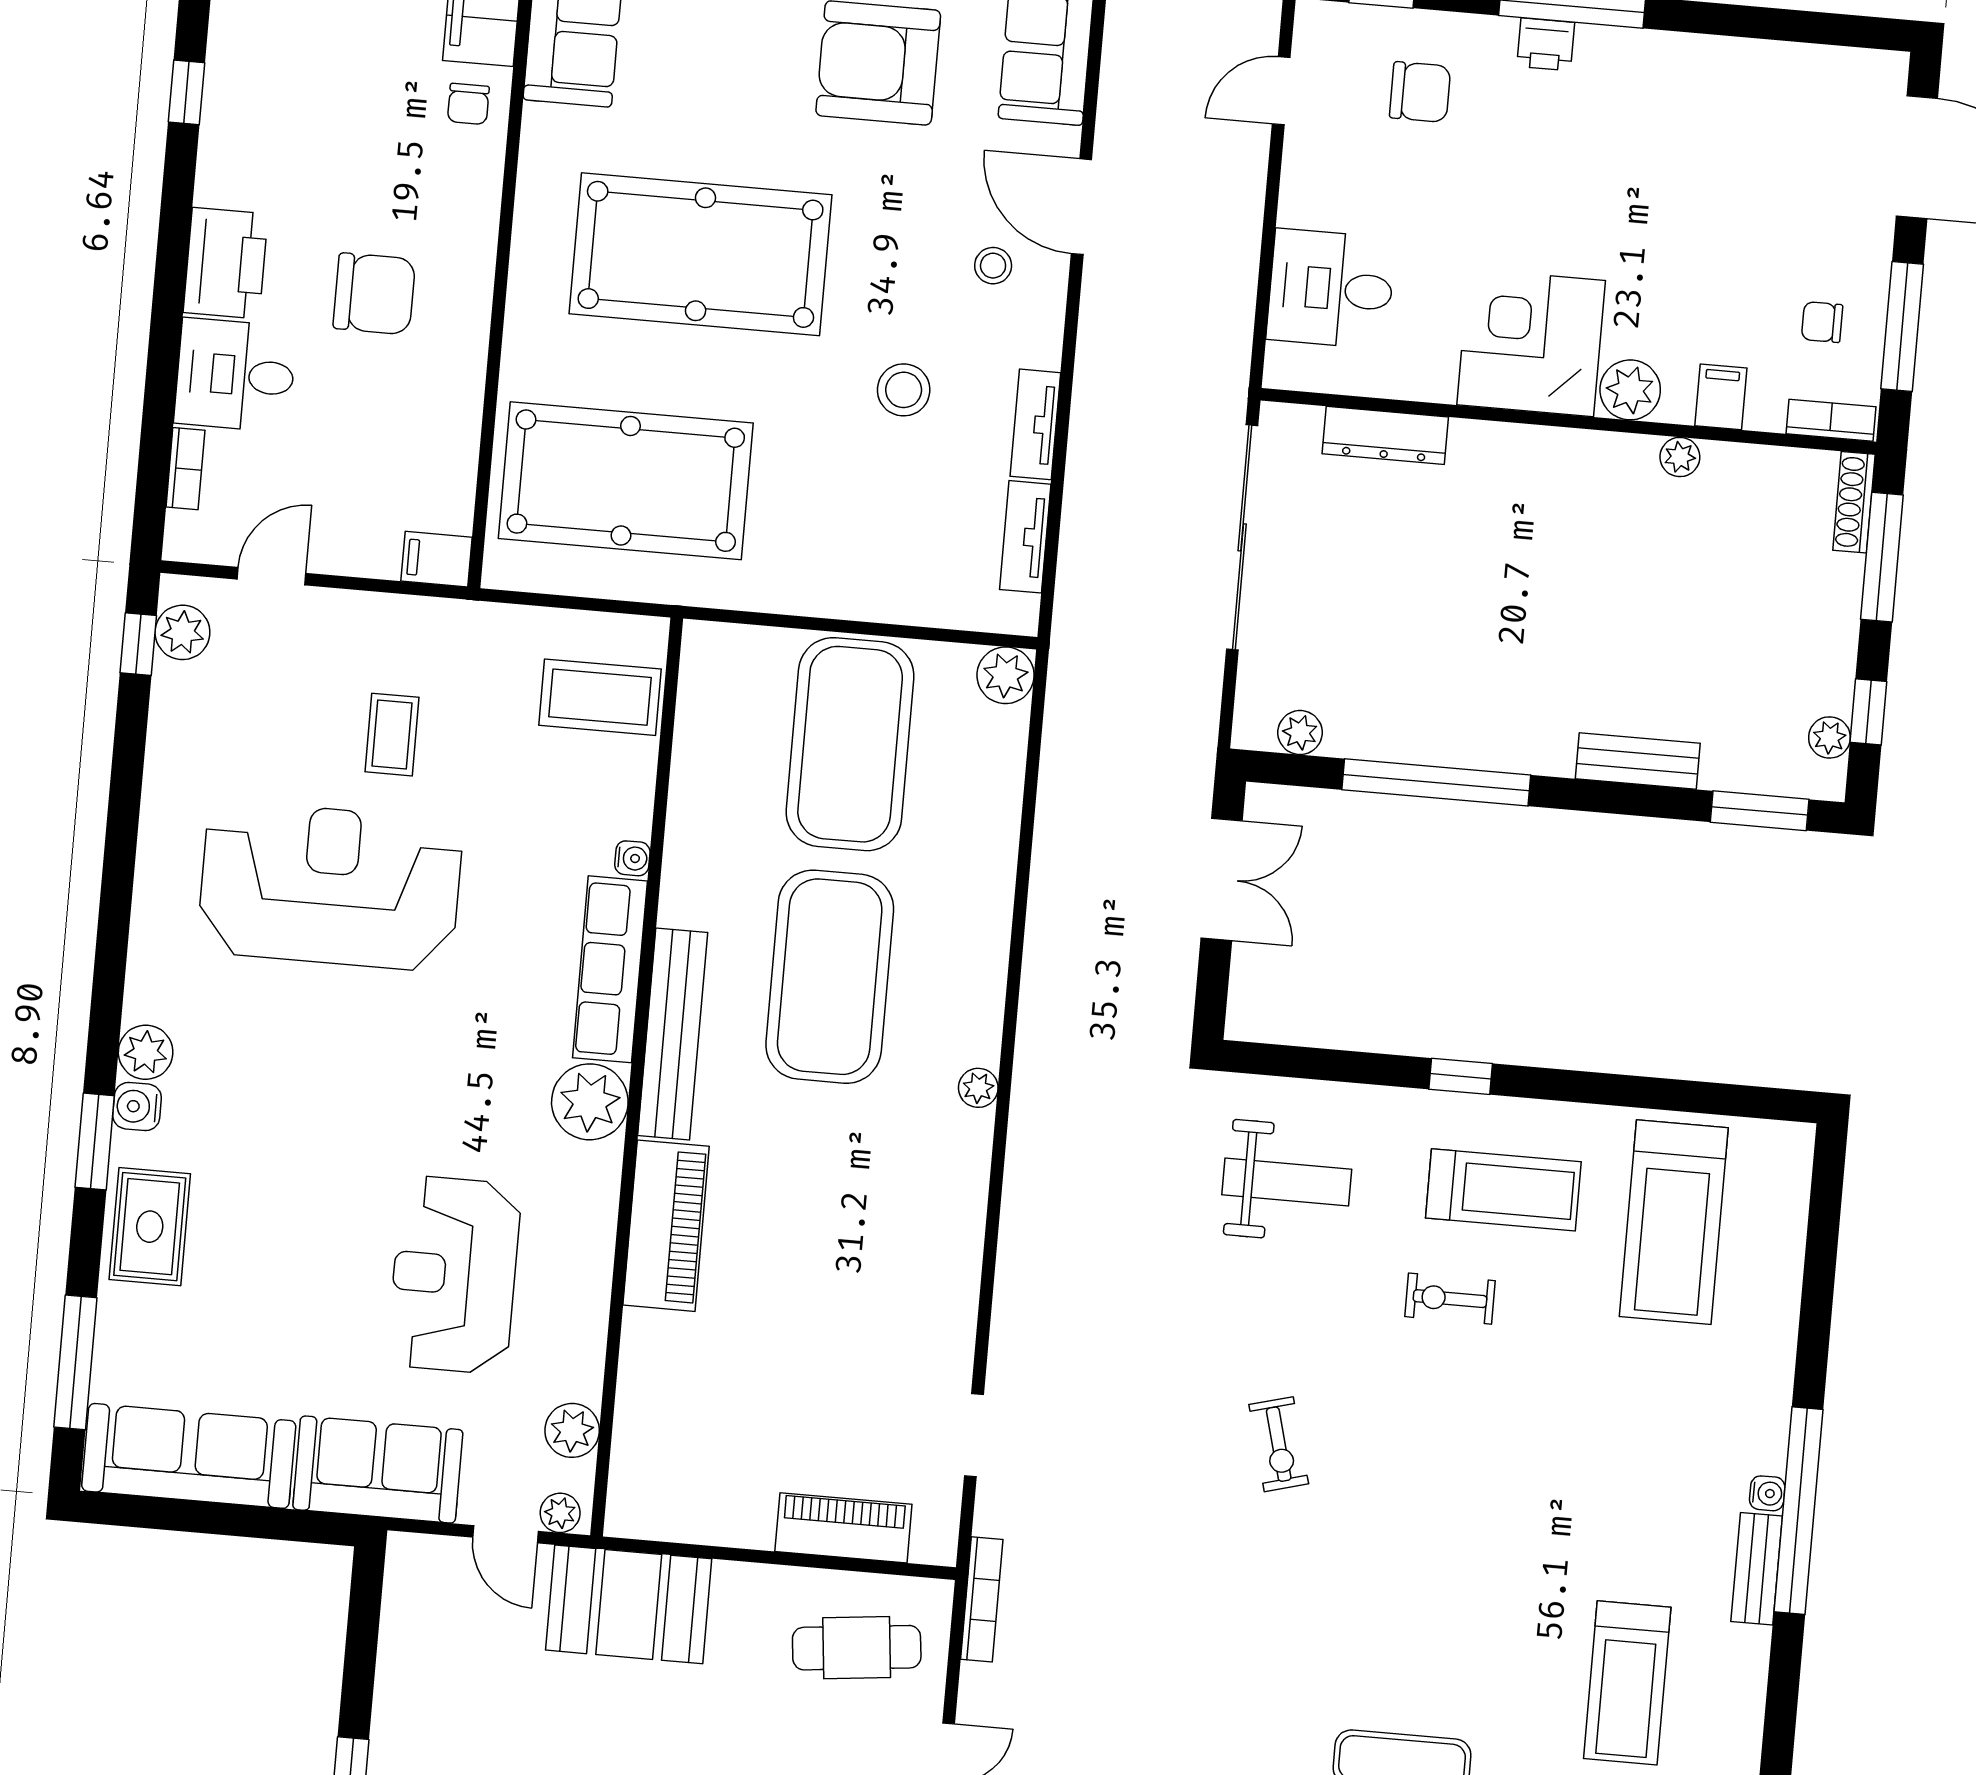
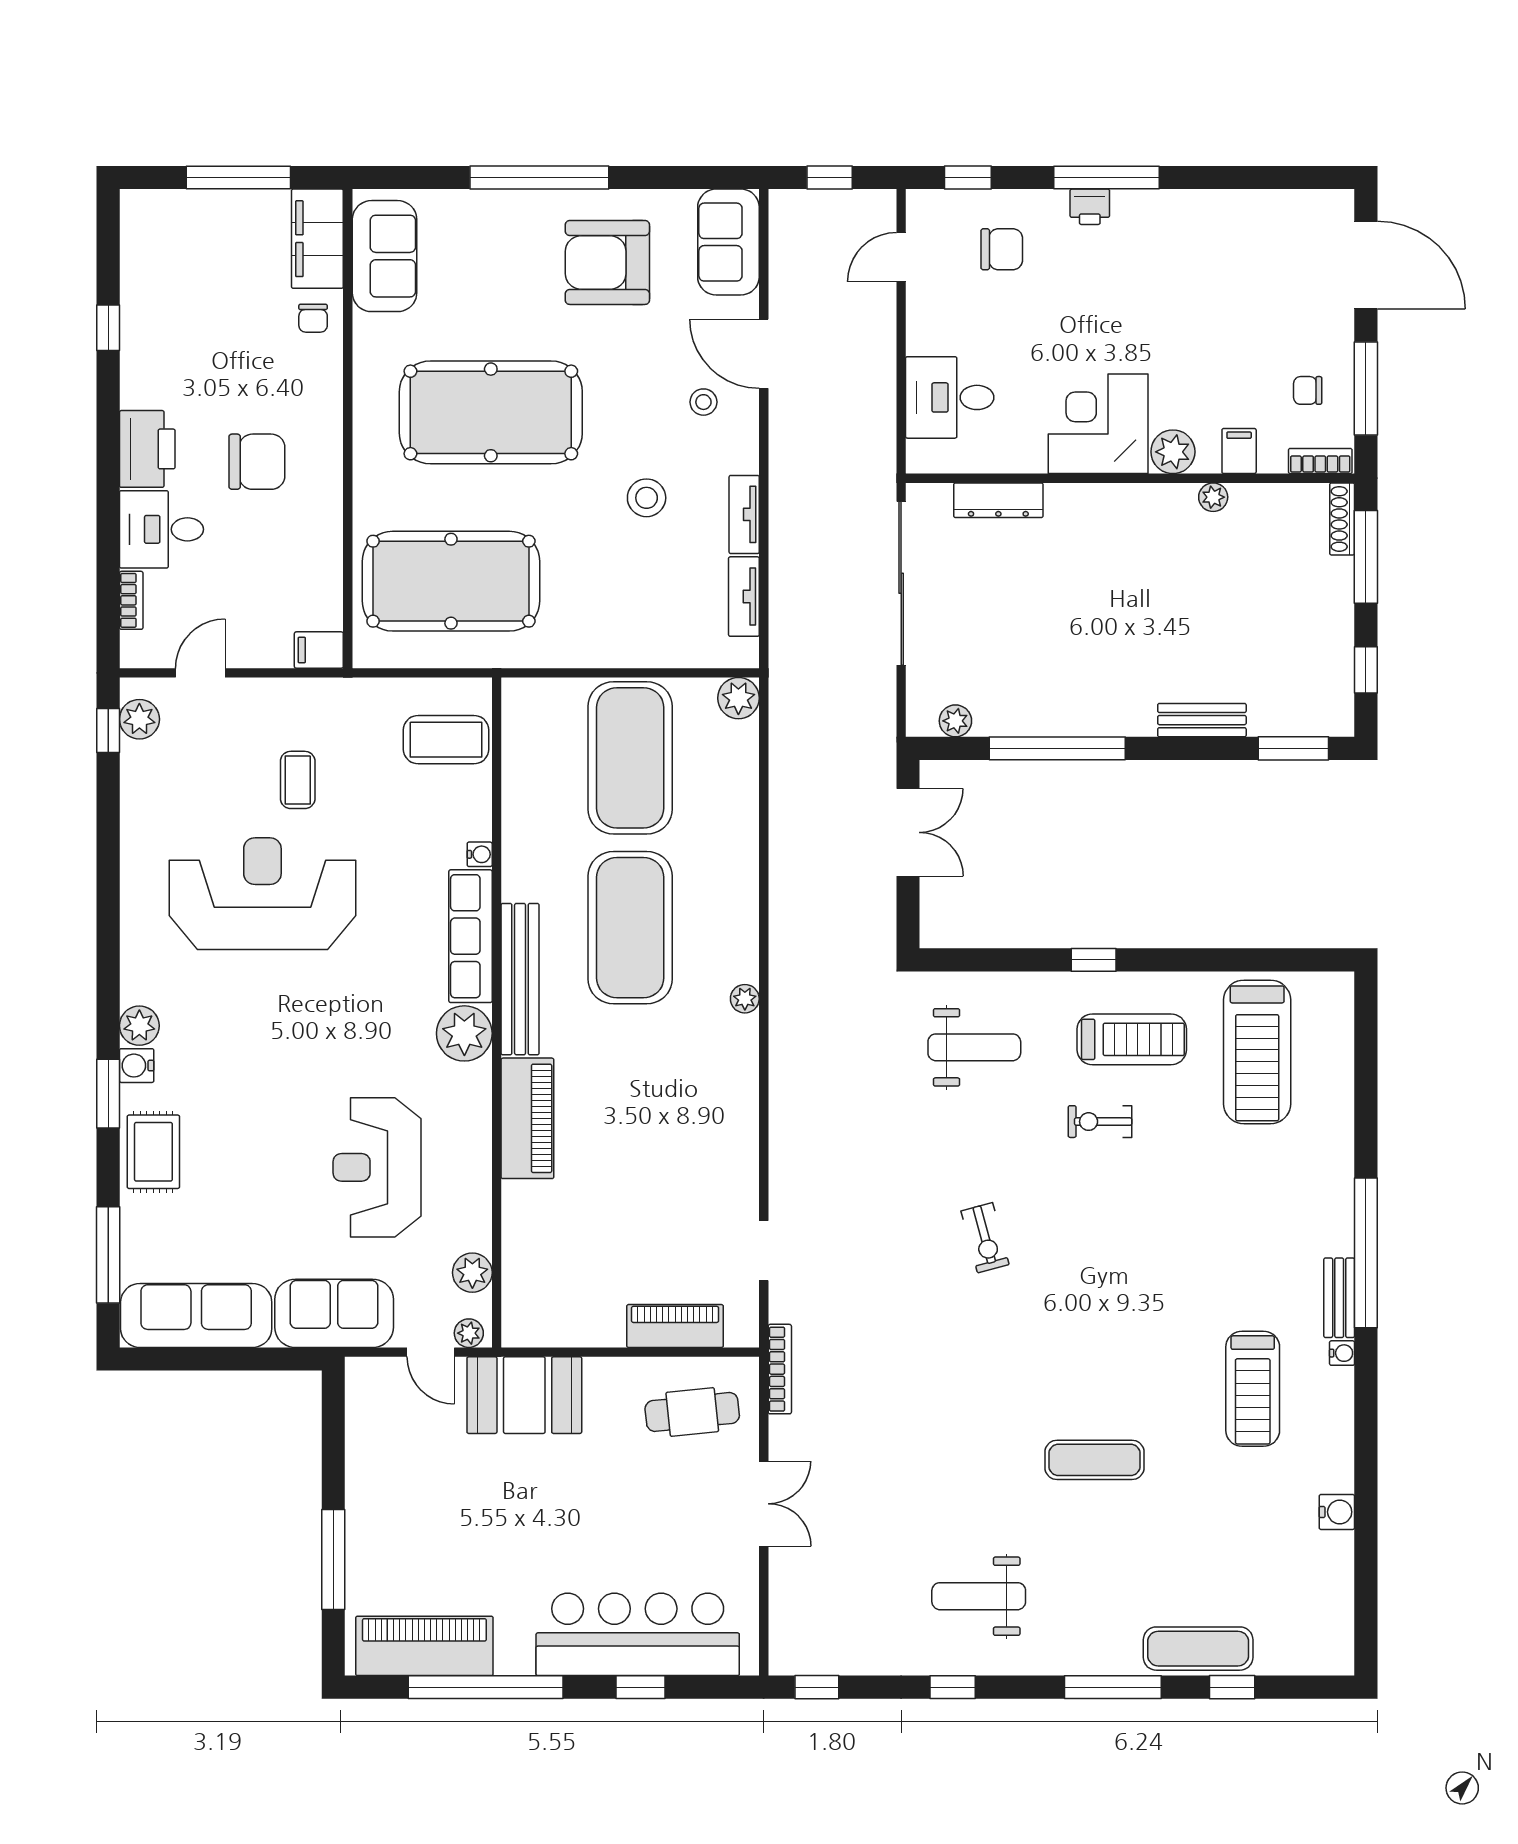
plant: (1829, 737) -> (1339, 691), removed
water cooler: (1767, 1493) -> (1342, 1353), moved

